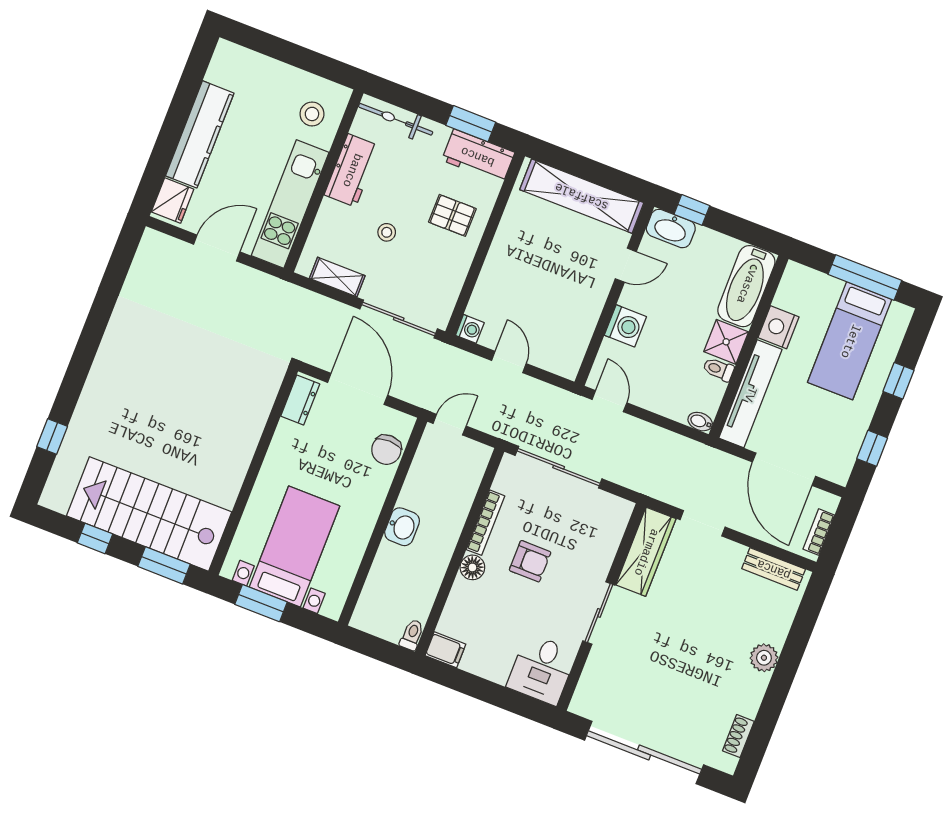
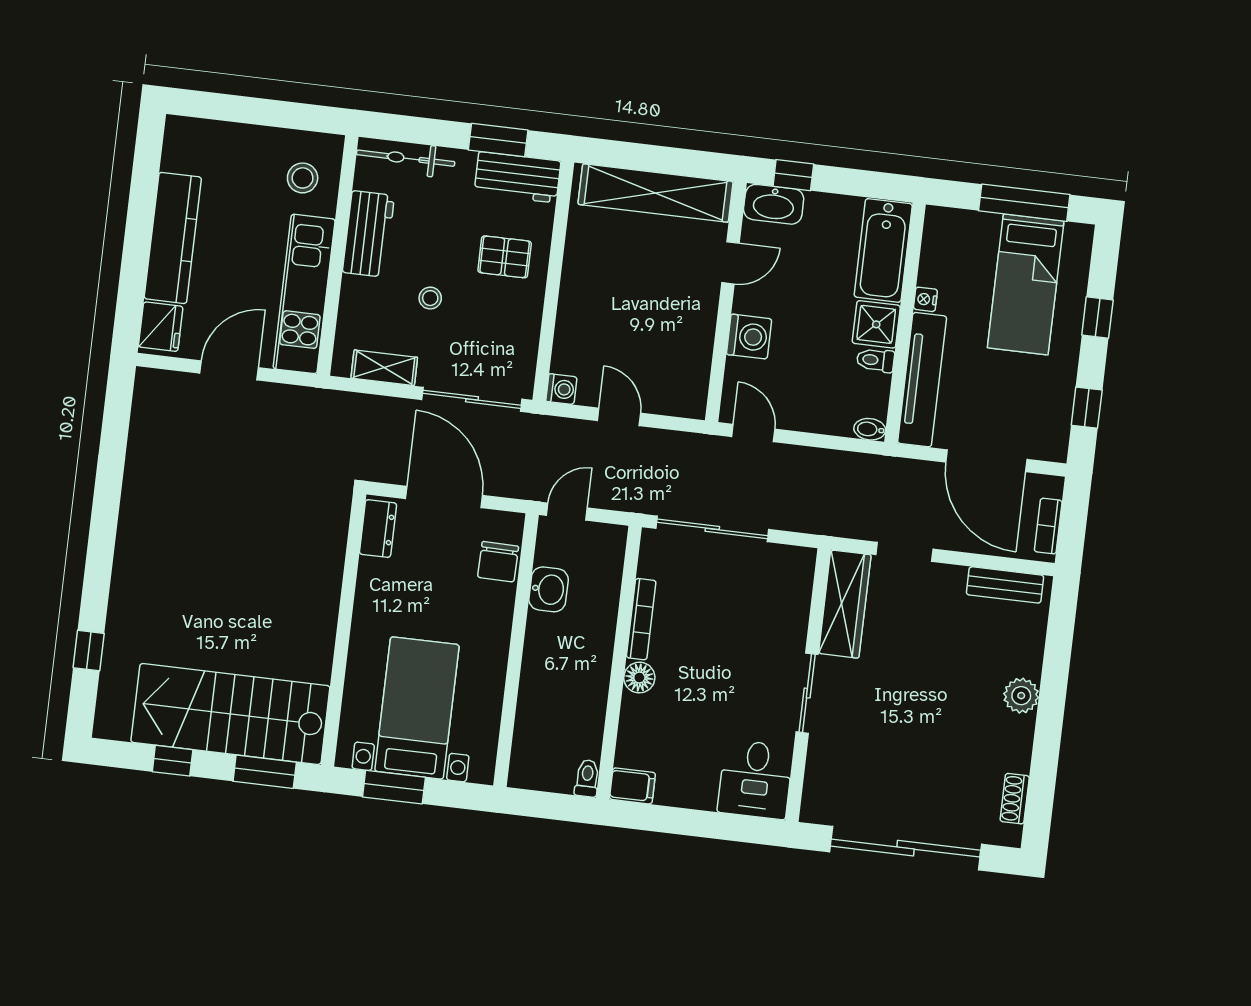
nightstand: (779, 327) -> (925, 299), width x0.53, depth x0.56
washbasin: (402, 527) -> (549, 589), moved
armchair: (530, 561) -> (707, 652), removed

